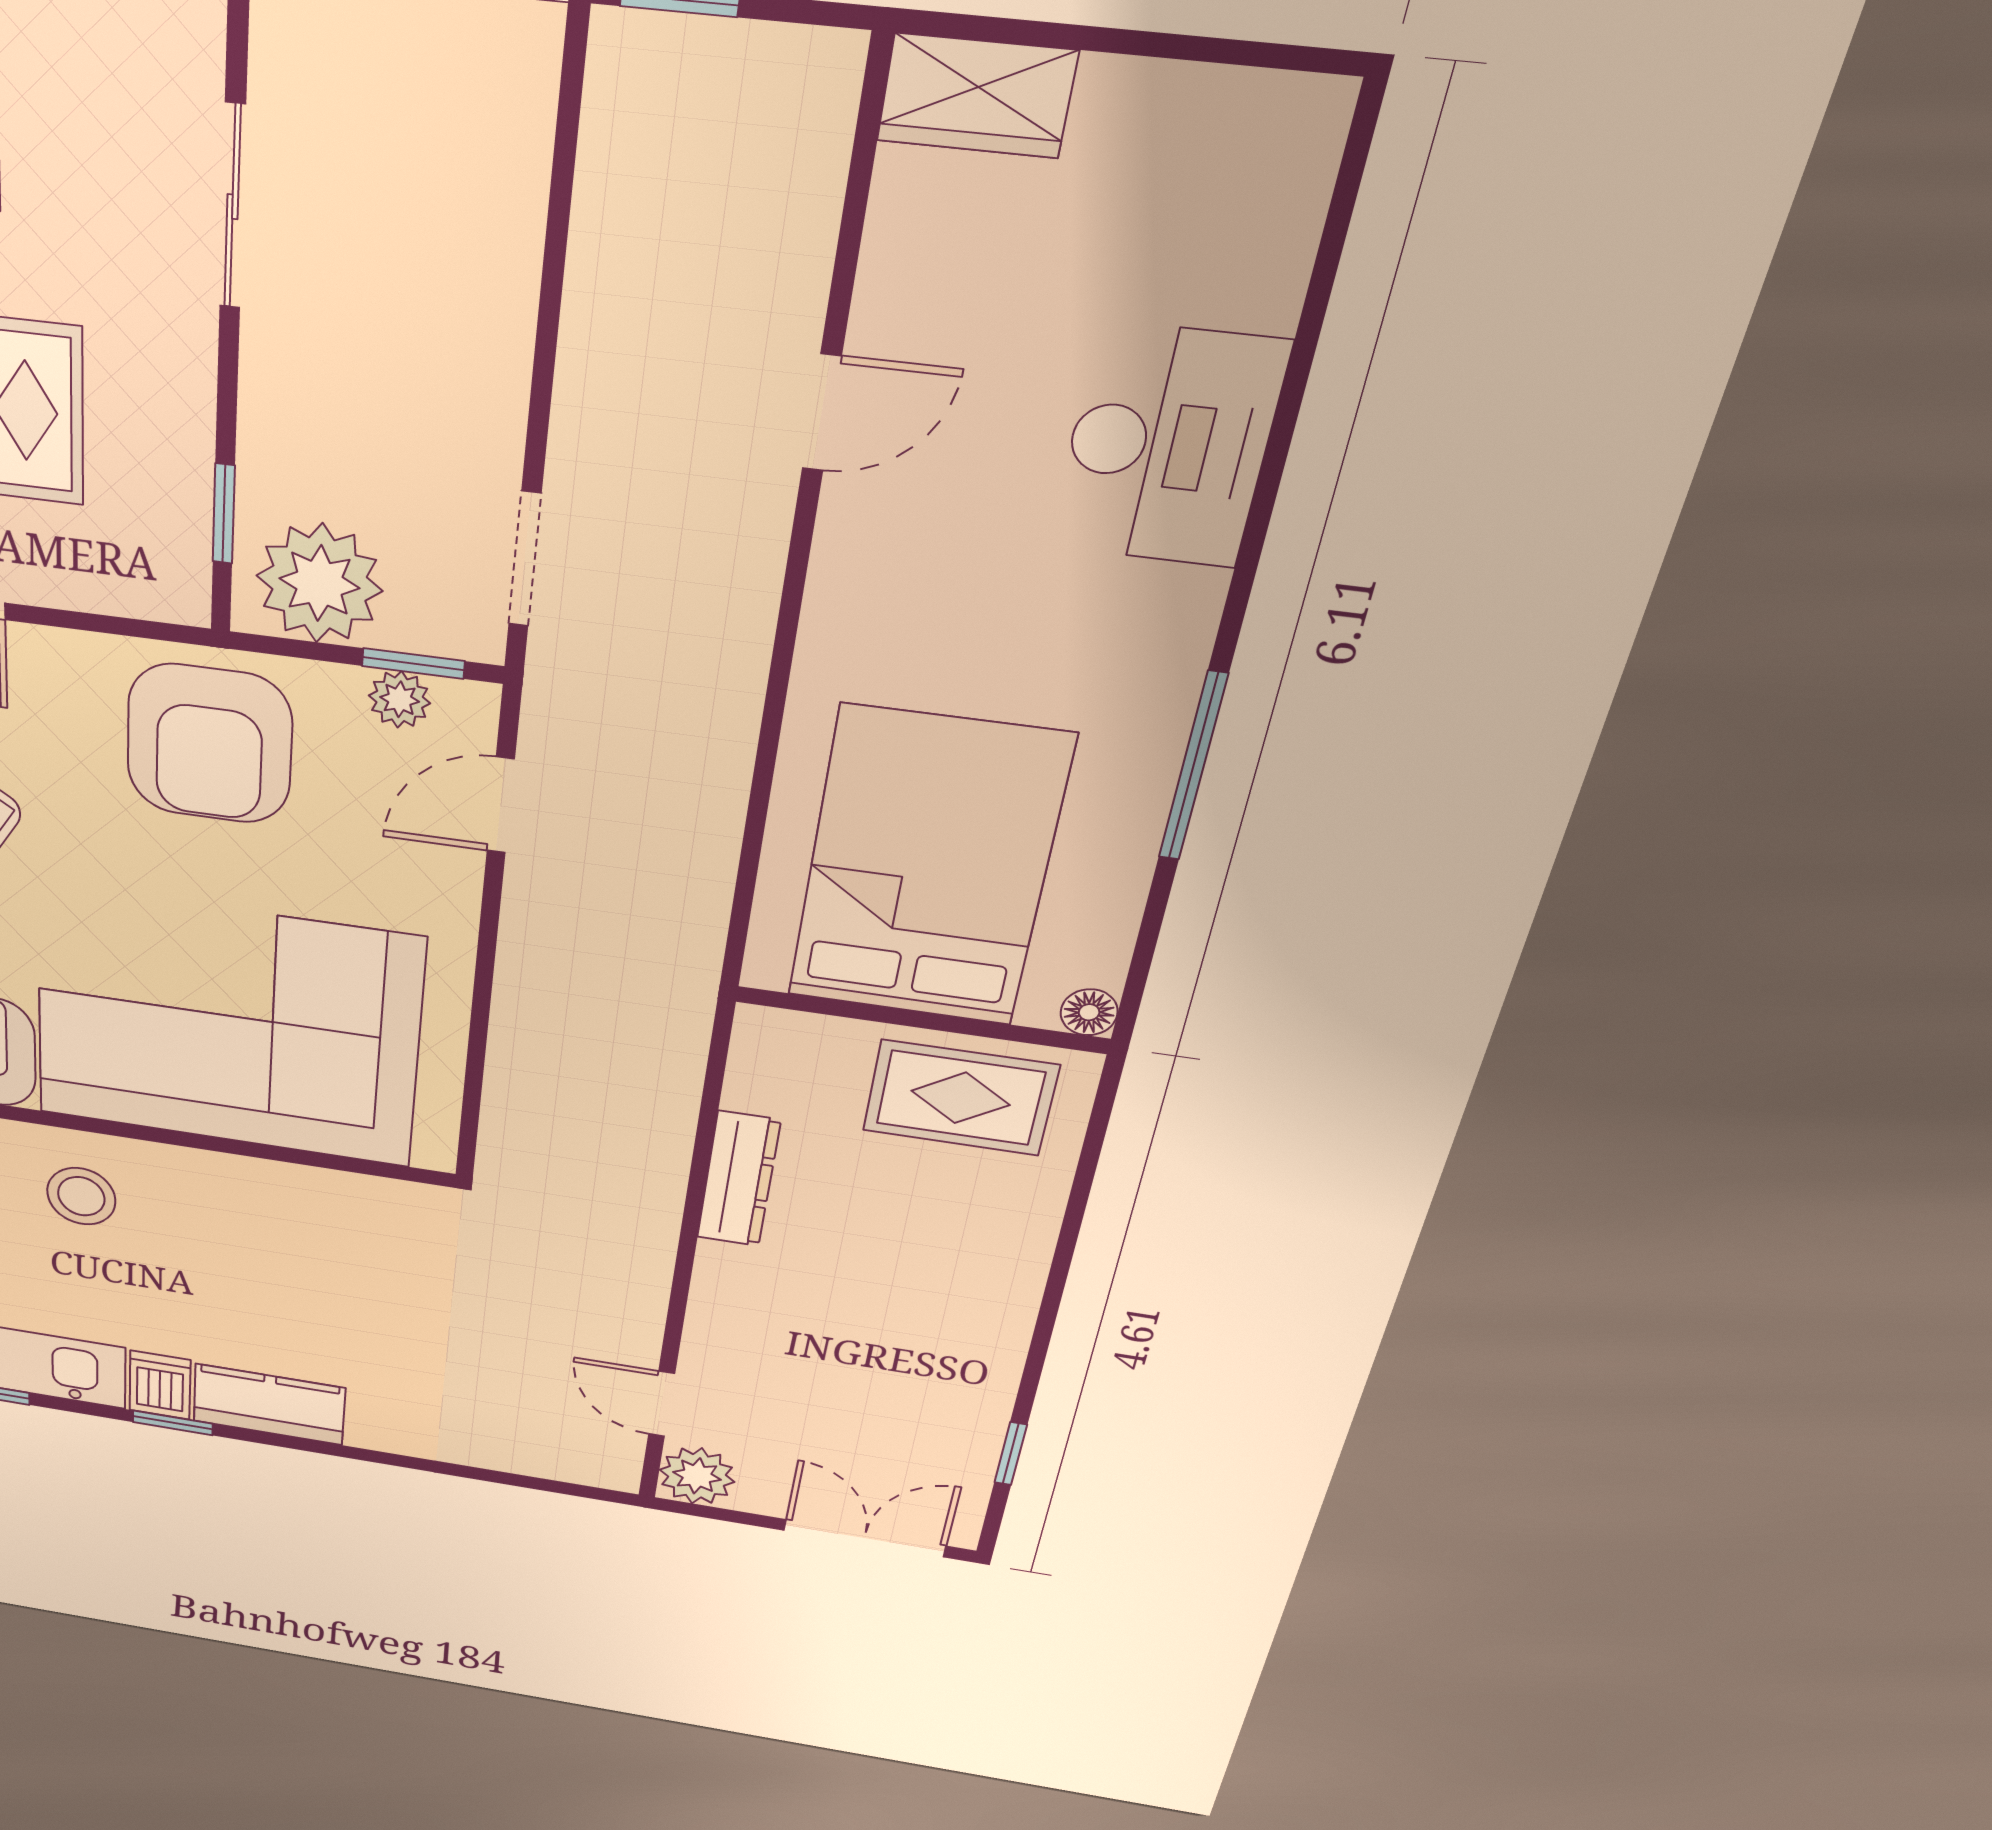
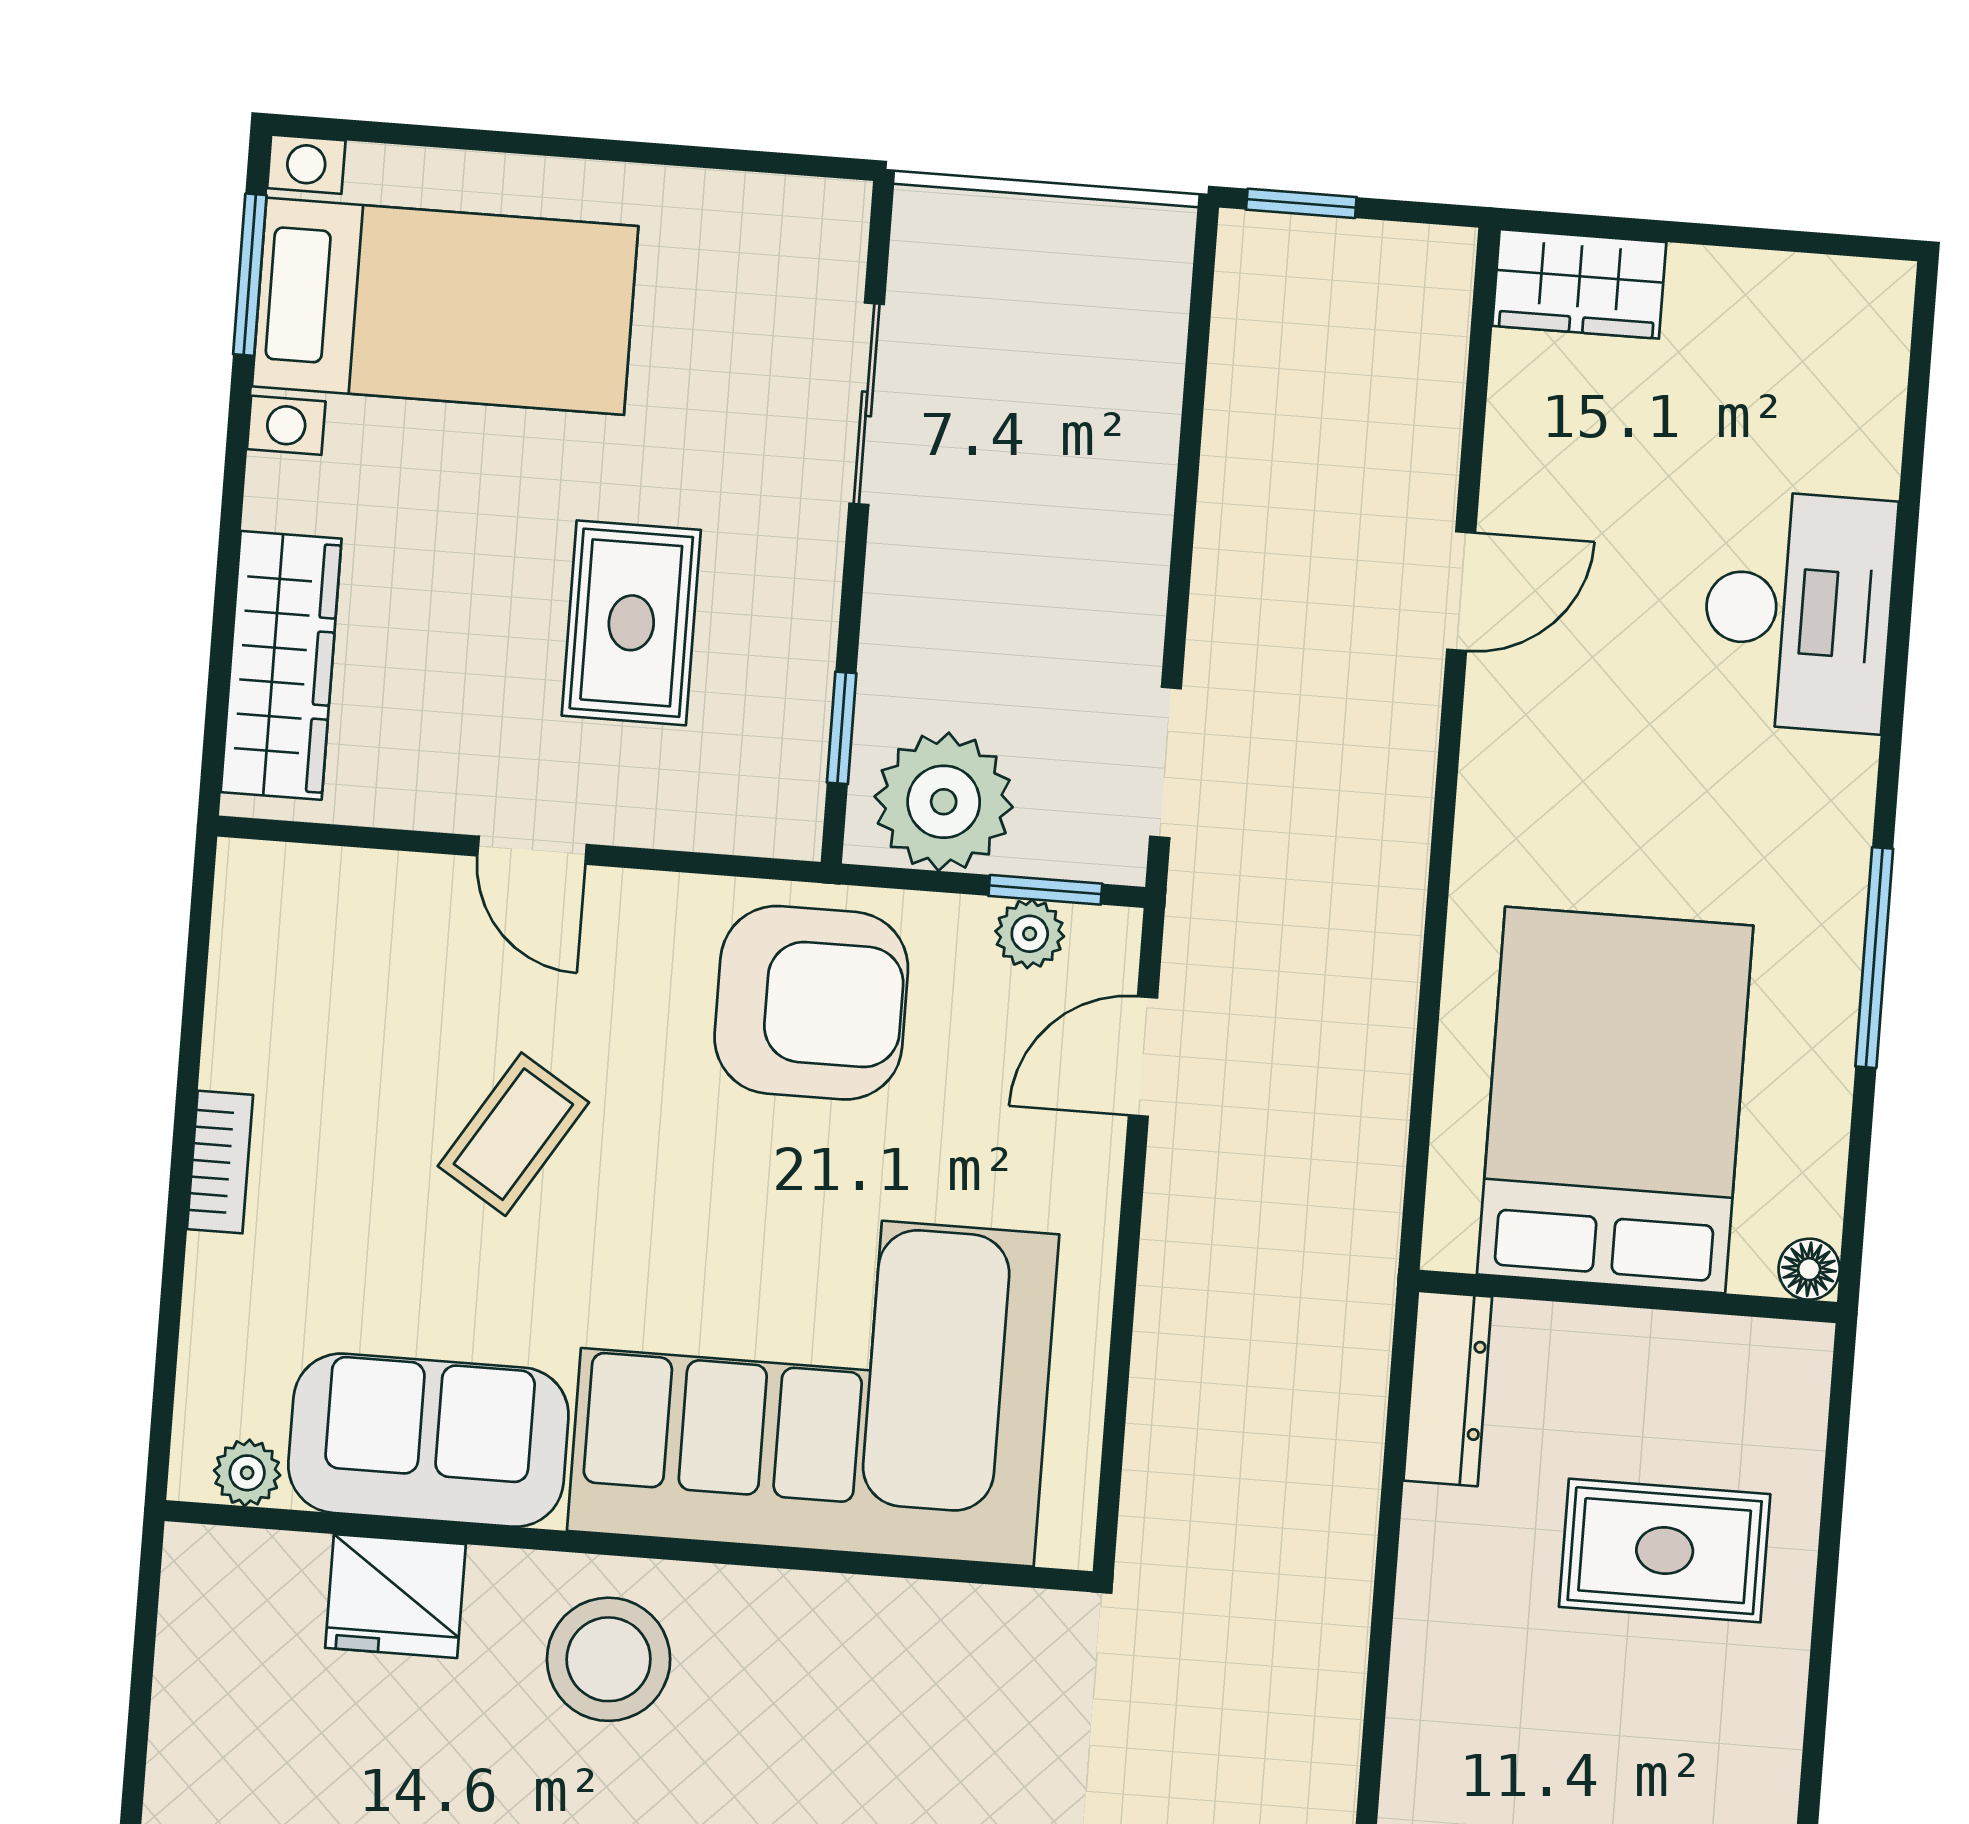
armchair: (209, 744) -> (811, 1003), turned -90
rug: (960, 1098) -> (1665, 1551), moved
dresser: (739, 1179) -> (1448, 1389), moved
stool: (81, 1196) -> (609, 1659), width x1.38, depth x1.38

